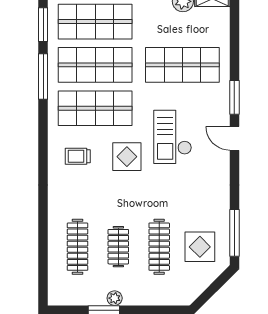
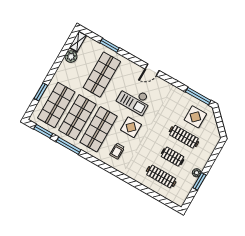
window: (234, 97) -> (110, 45), moved

